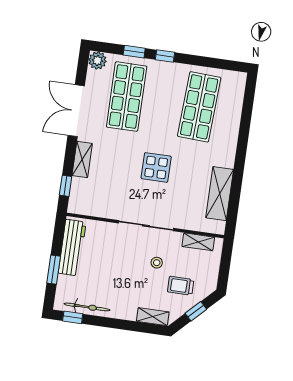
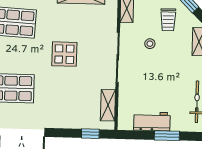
shelving: (82, 160) -> (108, 105), moved, turned 90
workbench: (72, 248) -> (152, 121), width x0.73

